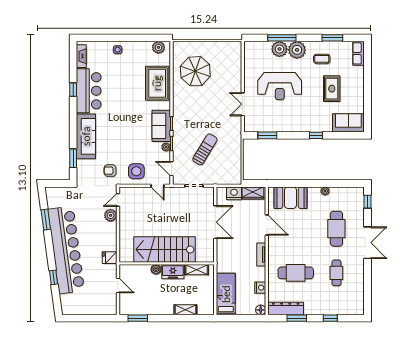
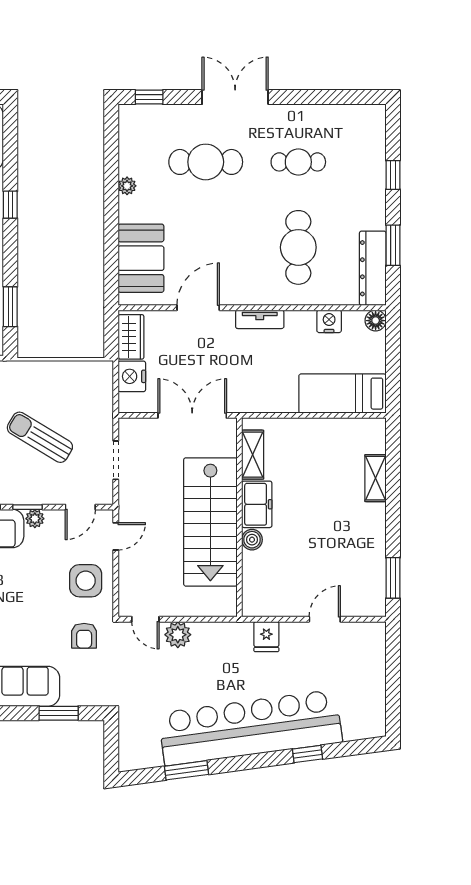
stairs: (164, 249) -> (210, 522), moved
wall: (167, 263) -> (239, 517), moved
boiler: (156, 269) -> (252, 540), moved
shelving: (197, 270) -> (253, 455), moved
freezer: (173, 272) -> (257, 504), moved

